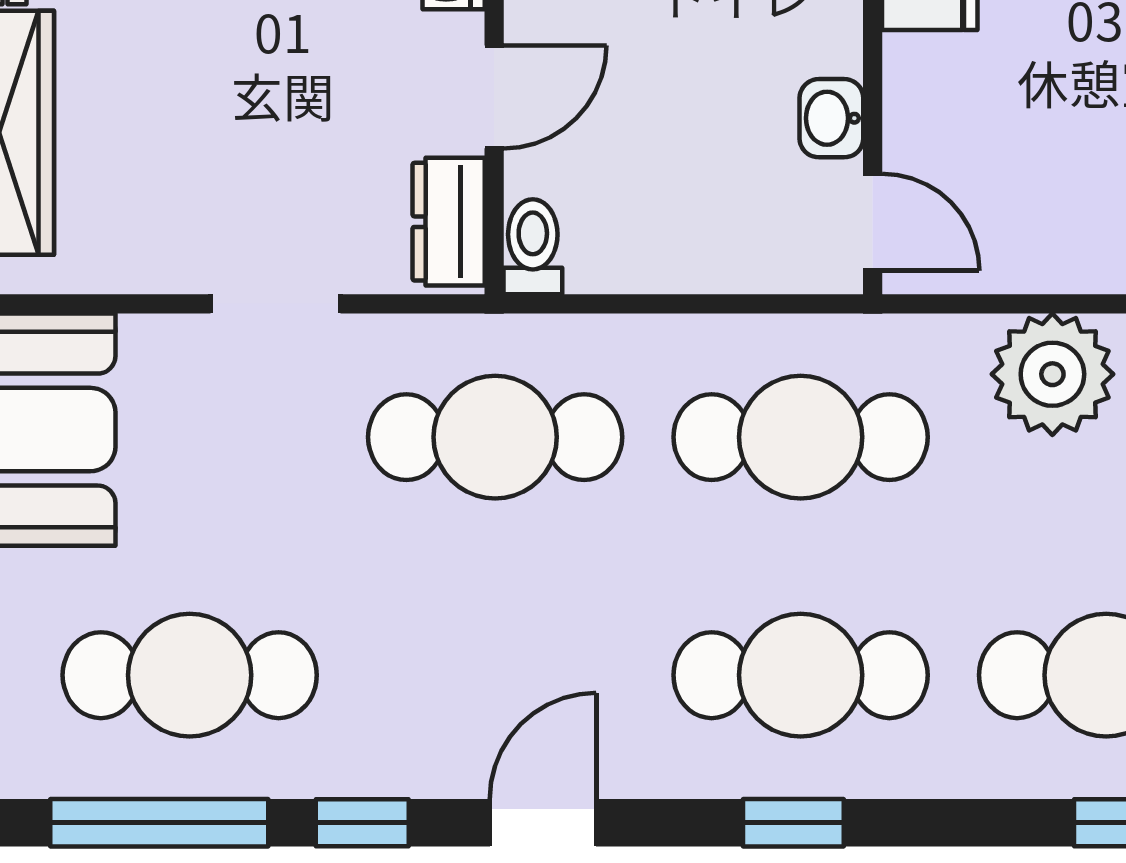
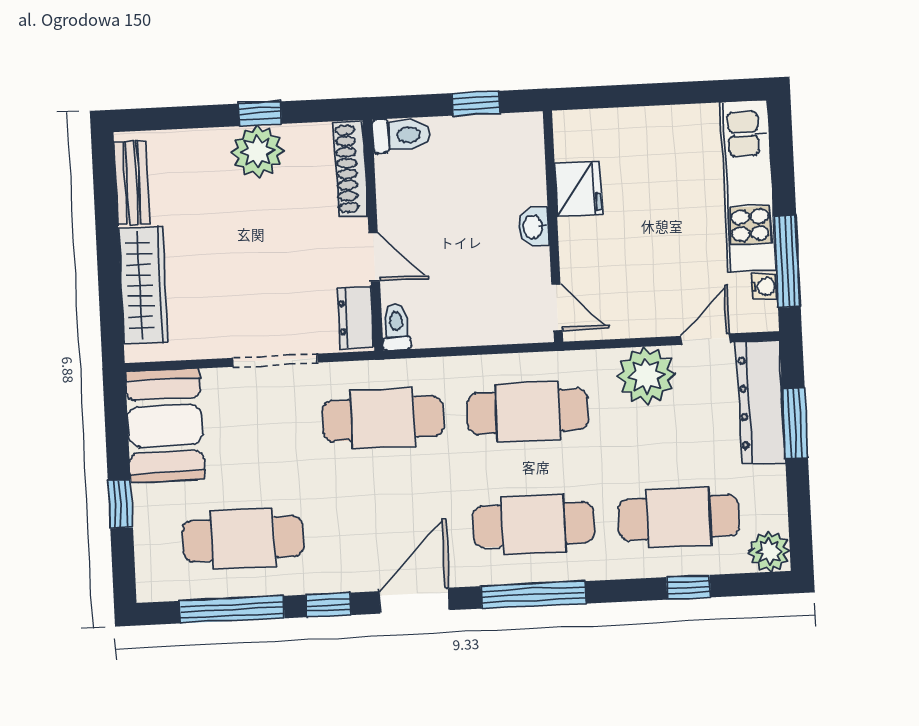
door: (494, 97) -> (374, 257), hinge flipped
washbasin: (831, 118) -> (534, 227), moved
doorway: (276, 304) -> (275, 360), width x1.38
door: (543, 823) -> (414, 601), width x1.38
window: (793, 823) -> (533, 595), width x2.17

